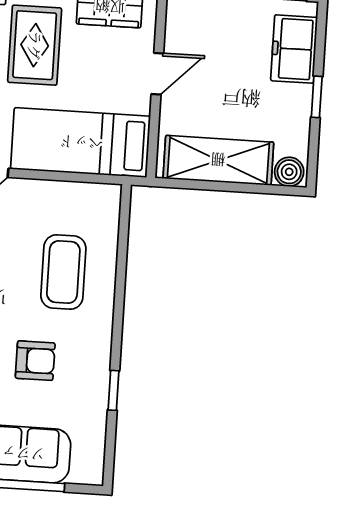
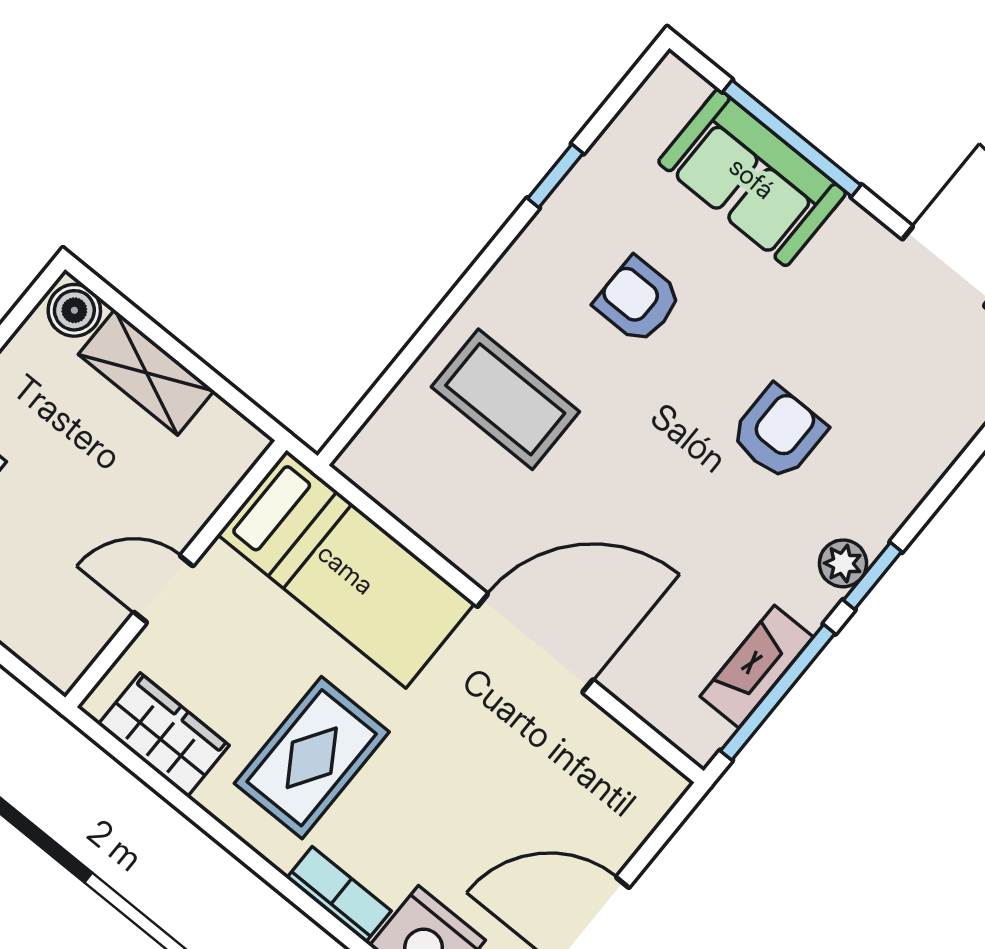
shelving: (218, 160) -> (146, 373), width x0.67, depth x0.75
coffee table: (63, 272) -> (505, 399), turned 90

